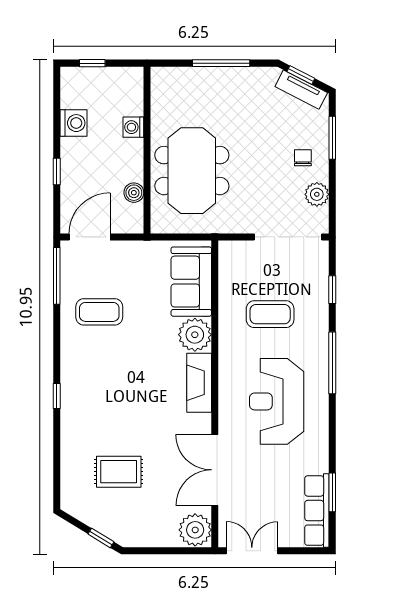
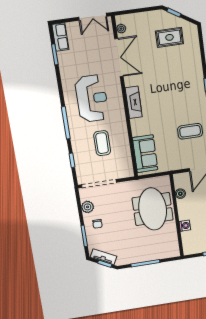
coffee table: (270, 314) -> (102, 143), turned 90
plant: (195, 335) -> (139, 127), removed
rug: (119, 472) -> (170, 37), moved
row of seats: (317, 511) -> (60, 37), width x0.68
plant: (195, 530) -> (121, 29), width x0.53, depth x0.53

